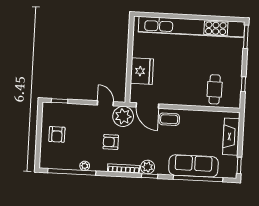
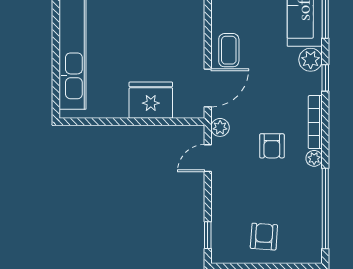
plant: (123, 116) -> (220, 127), width x0.53, depth x0.53
armchair: (57, 134) -> (264, 237), turned -86
plant: (85, 166) -> (314, 158), moved
plant: (148, 167) -> (311, 60), moved

